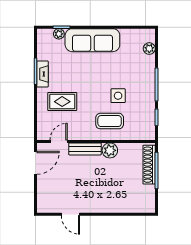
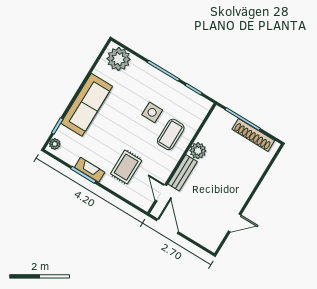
plant: (59, 34) -> (55, 144), moved
plant: (149, 49) -> (119, 59), width x1.87, depth x1.87
shoe rack: (149, 165) -> (253, 135), moved

